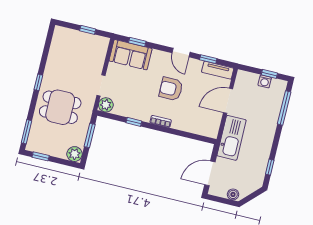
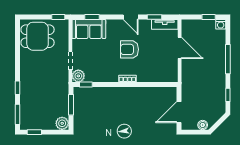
window: (88, 30) -> (58, 17), moved
washing machine: (265, 81) -> (221, 24), moved
window: (38, 82) -> (18, 88), moved
door: (228, 101) -> (180, 48), swing flipped
dining table: (60, 107) -> (38, 36), moved
window: (284, 108) -> (228, 59), moved
window: (134, 122) -> (86, 84), moved
kitchen sink: (232, 138) -> (190, 78), removed

